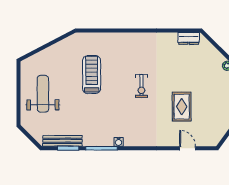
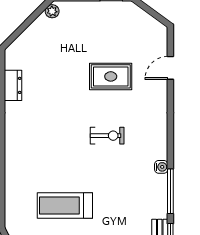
dresser: (189, 38) -> (13, 85), moved
exercise bike: (141, 86) -> (107, 136), moved

